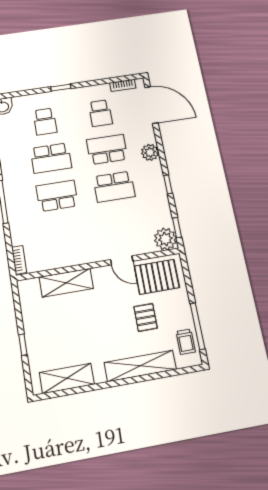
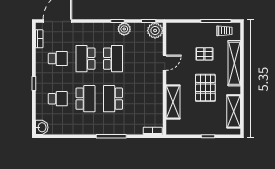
plant: (150, 152) -> (124, 29), moved
pallet: (157, 277) -> (205, 88), moved

